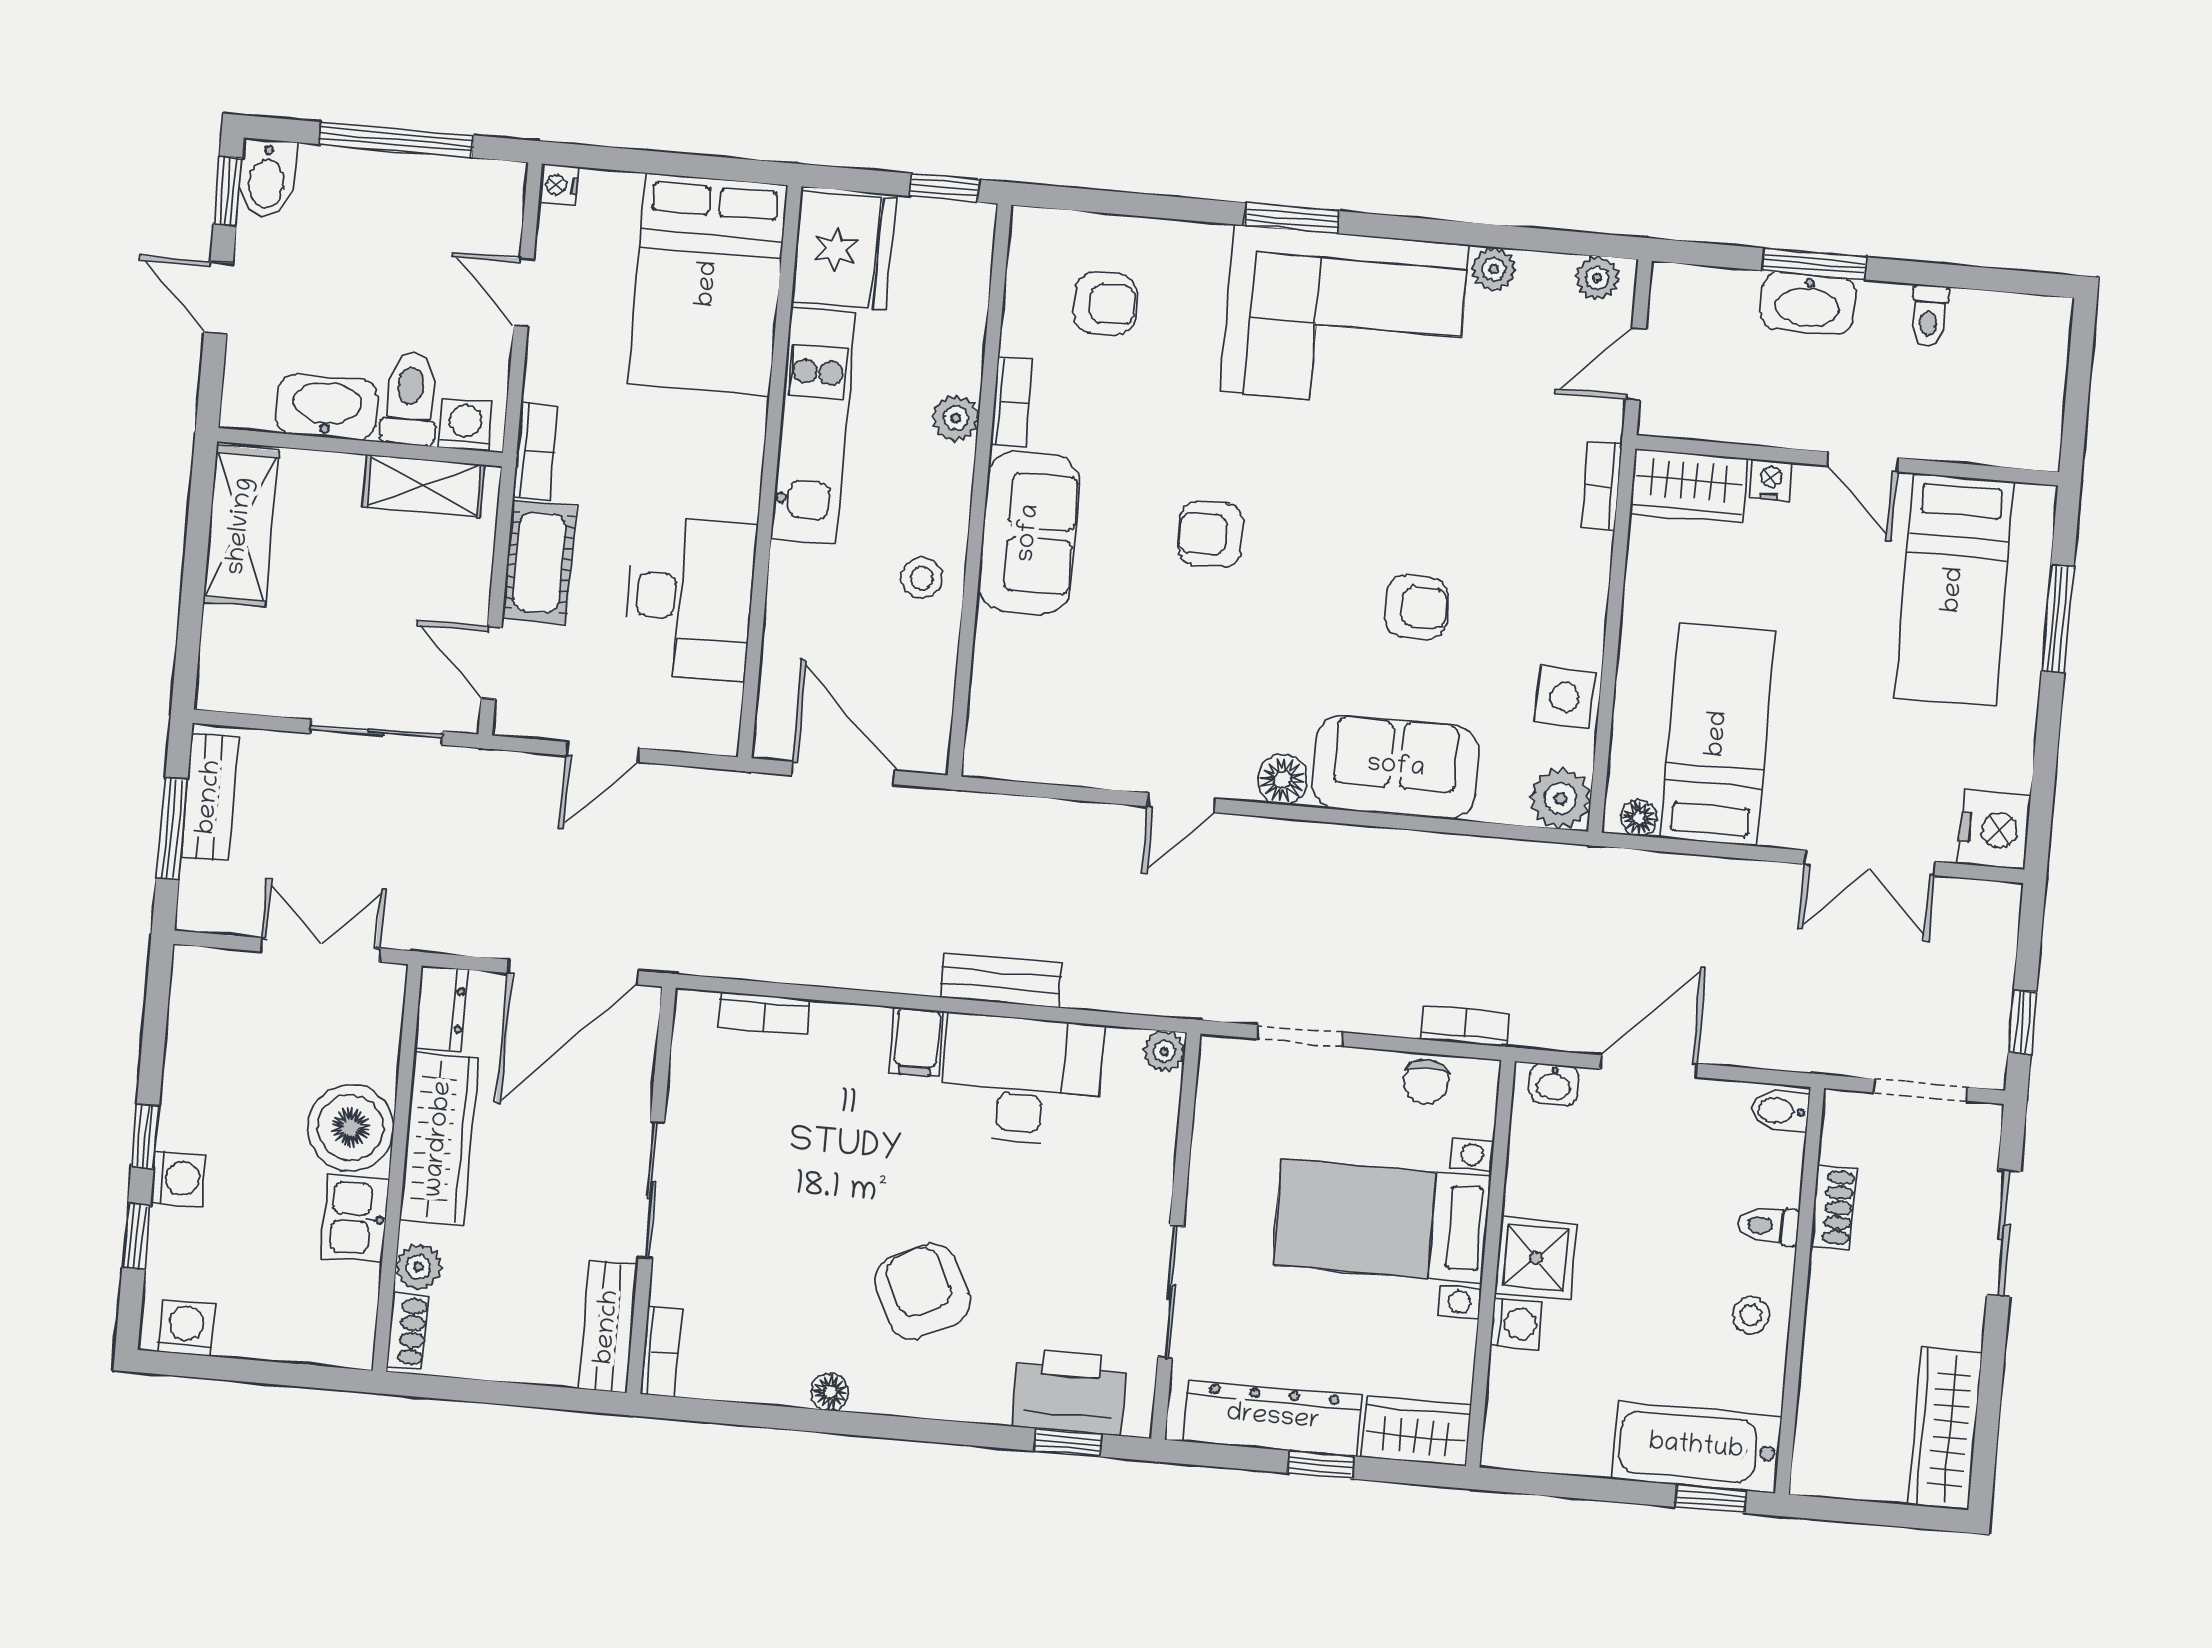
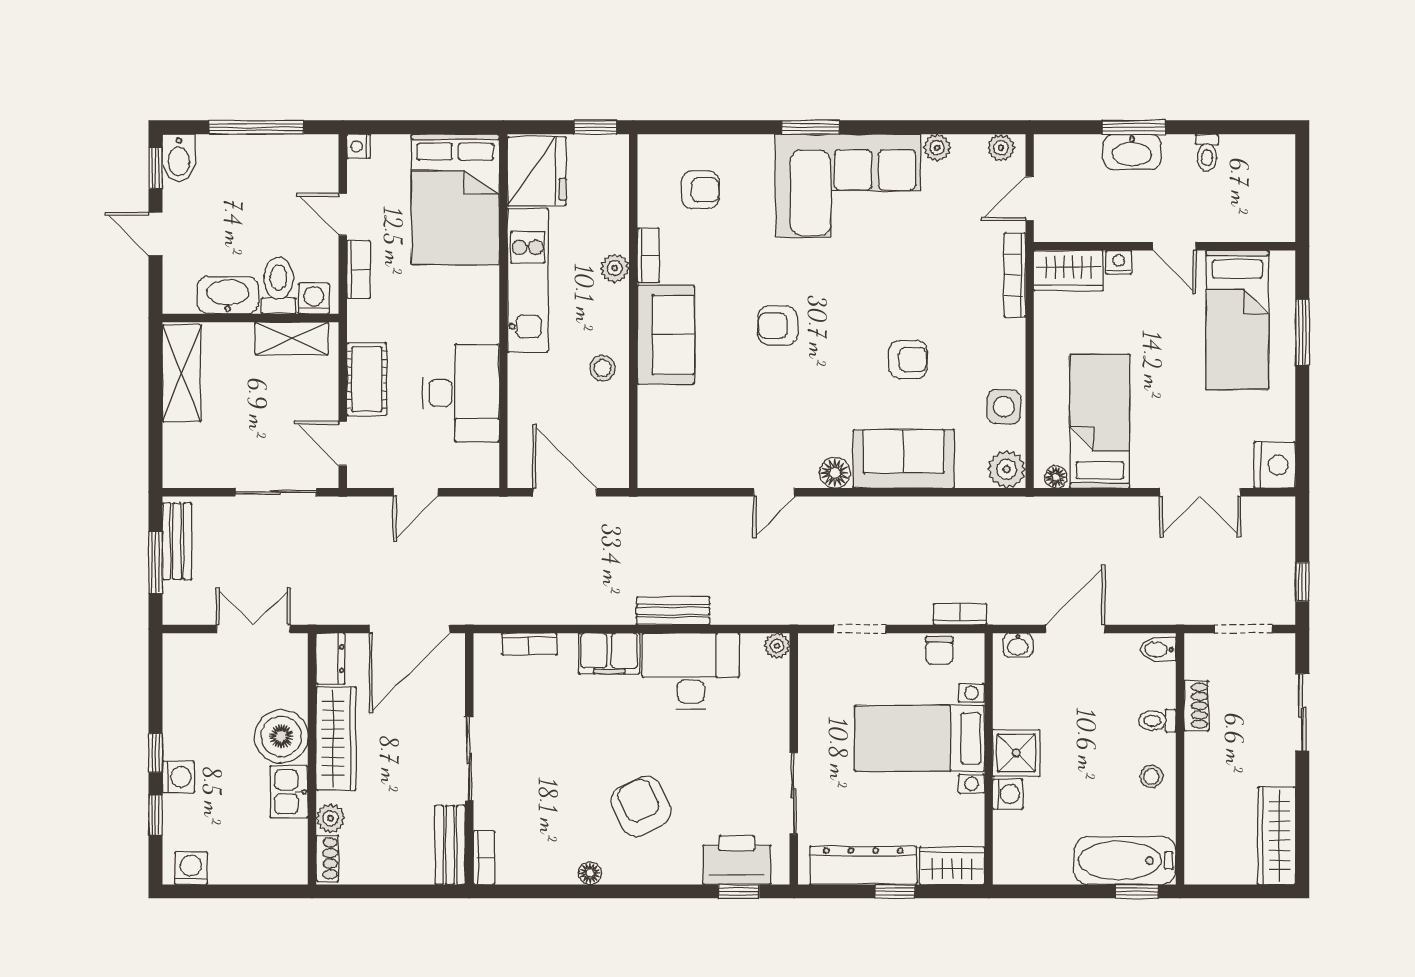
bookcase: (536, 451) -> (358, 269), moved
bookcase: (1601, 486) -> (1015, 275), width x1.56
filing cabinet: (917, 1042) -> (609, 653), width x2.00

